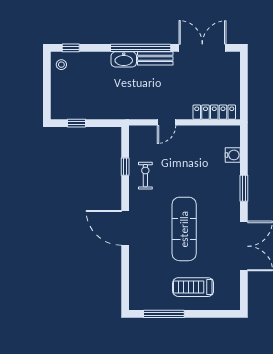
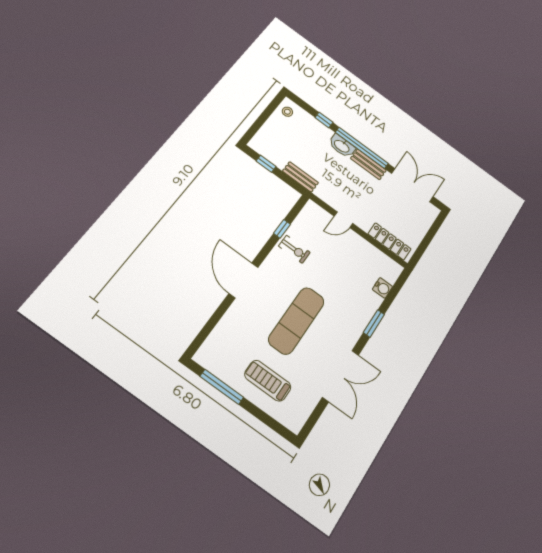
window: (71, 48) -> (324, 120), moved
bench: (110, 113) -> (300, 177), added
exercise bike: (145, 176) -> (294, 249), turned 90

